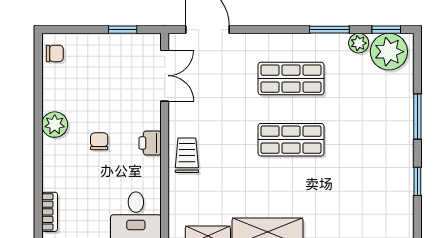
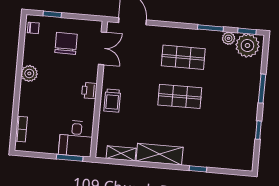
window: (123, 30) -> (52, 14), moved
chair: (99, 141) -> (66, 43), moved, width x1.87, depth x1.87
trolley: (187, 155) -> (112, 101), turned 180

